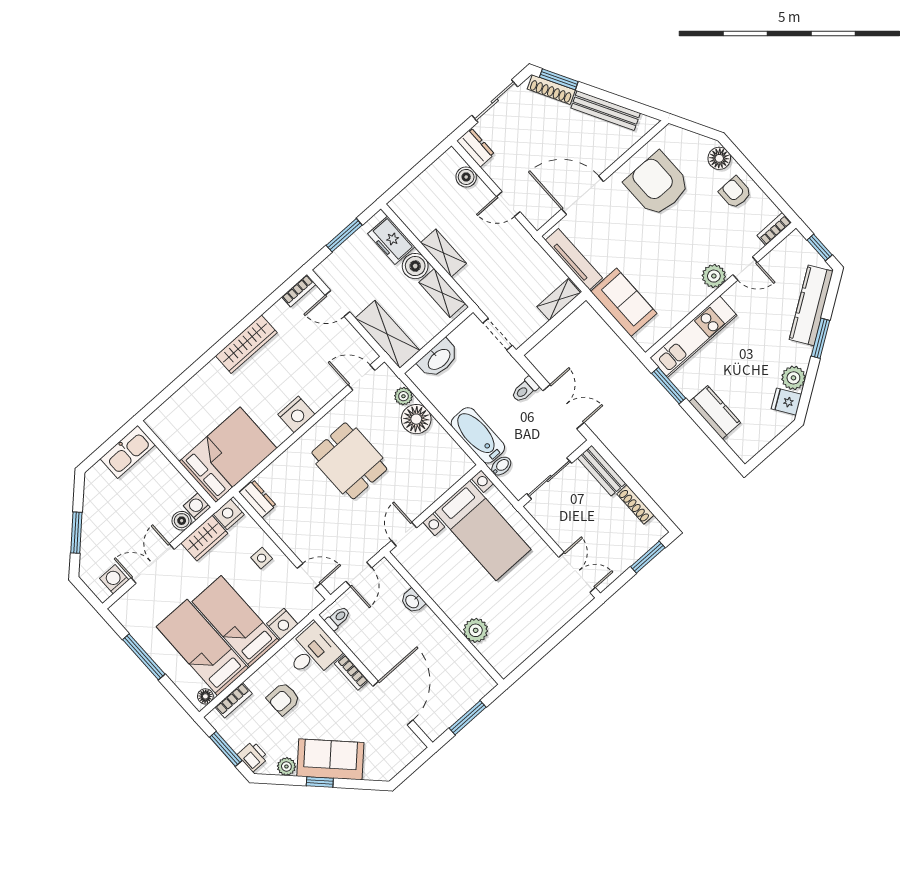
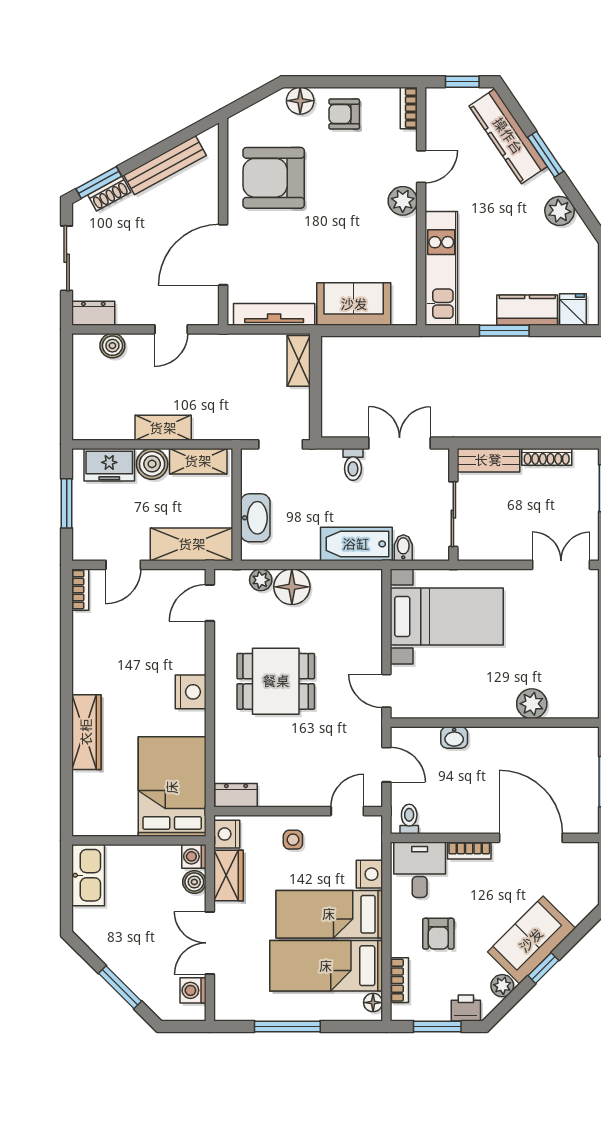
shoe rack: (551, 90) -> (109, 194), width x0.70
wardrobe: (246, 344) -> (86, 732), moved
window: (669, 386) -> (504, 331), moved
fridge: (786, 402) -> (573, 309), moved, turned 124

